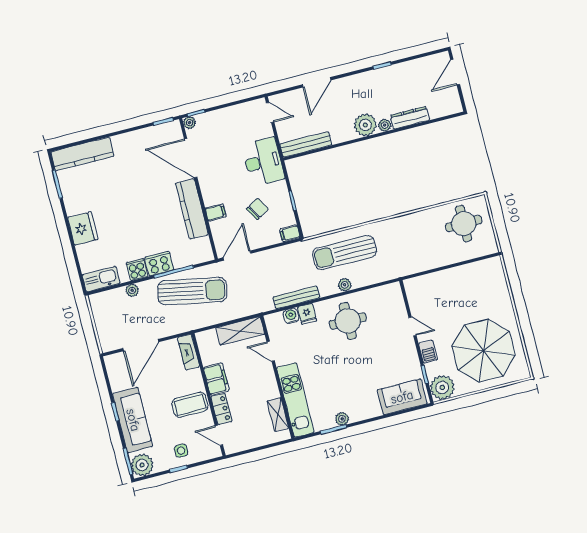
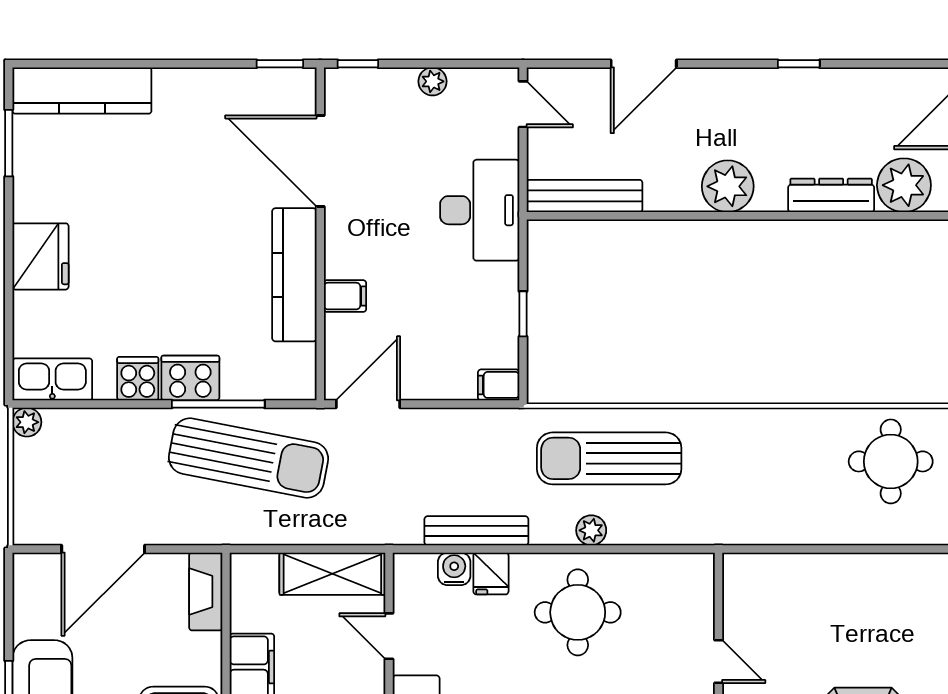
plant: (189, 123) -> (433, 81), moved
plant: (385, 125) -> (904, 185), moved, width x1.87, depth x1.87
chair: (257, 209) -> (440, 312), removed
plant: (132, 290) -> (27, 422), moved

